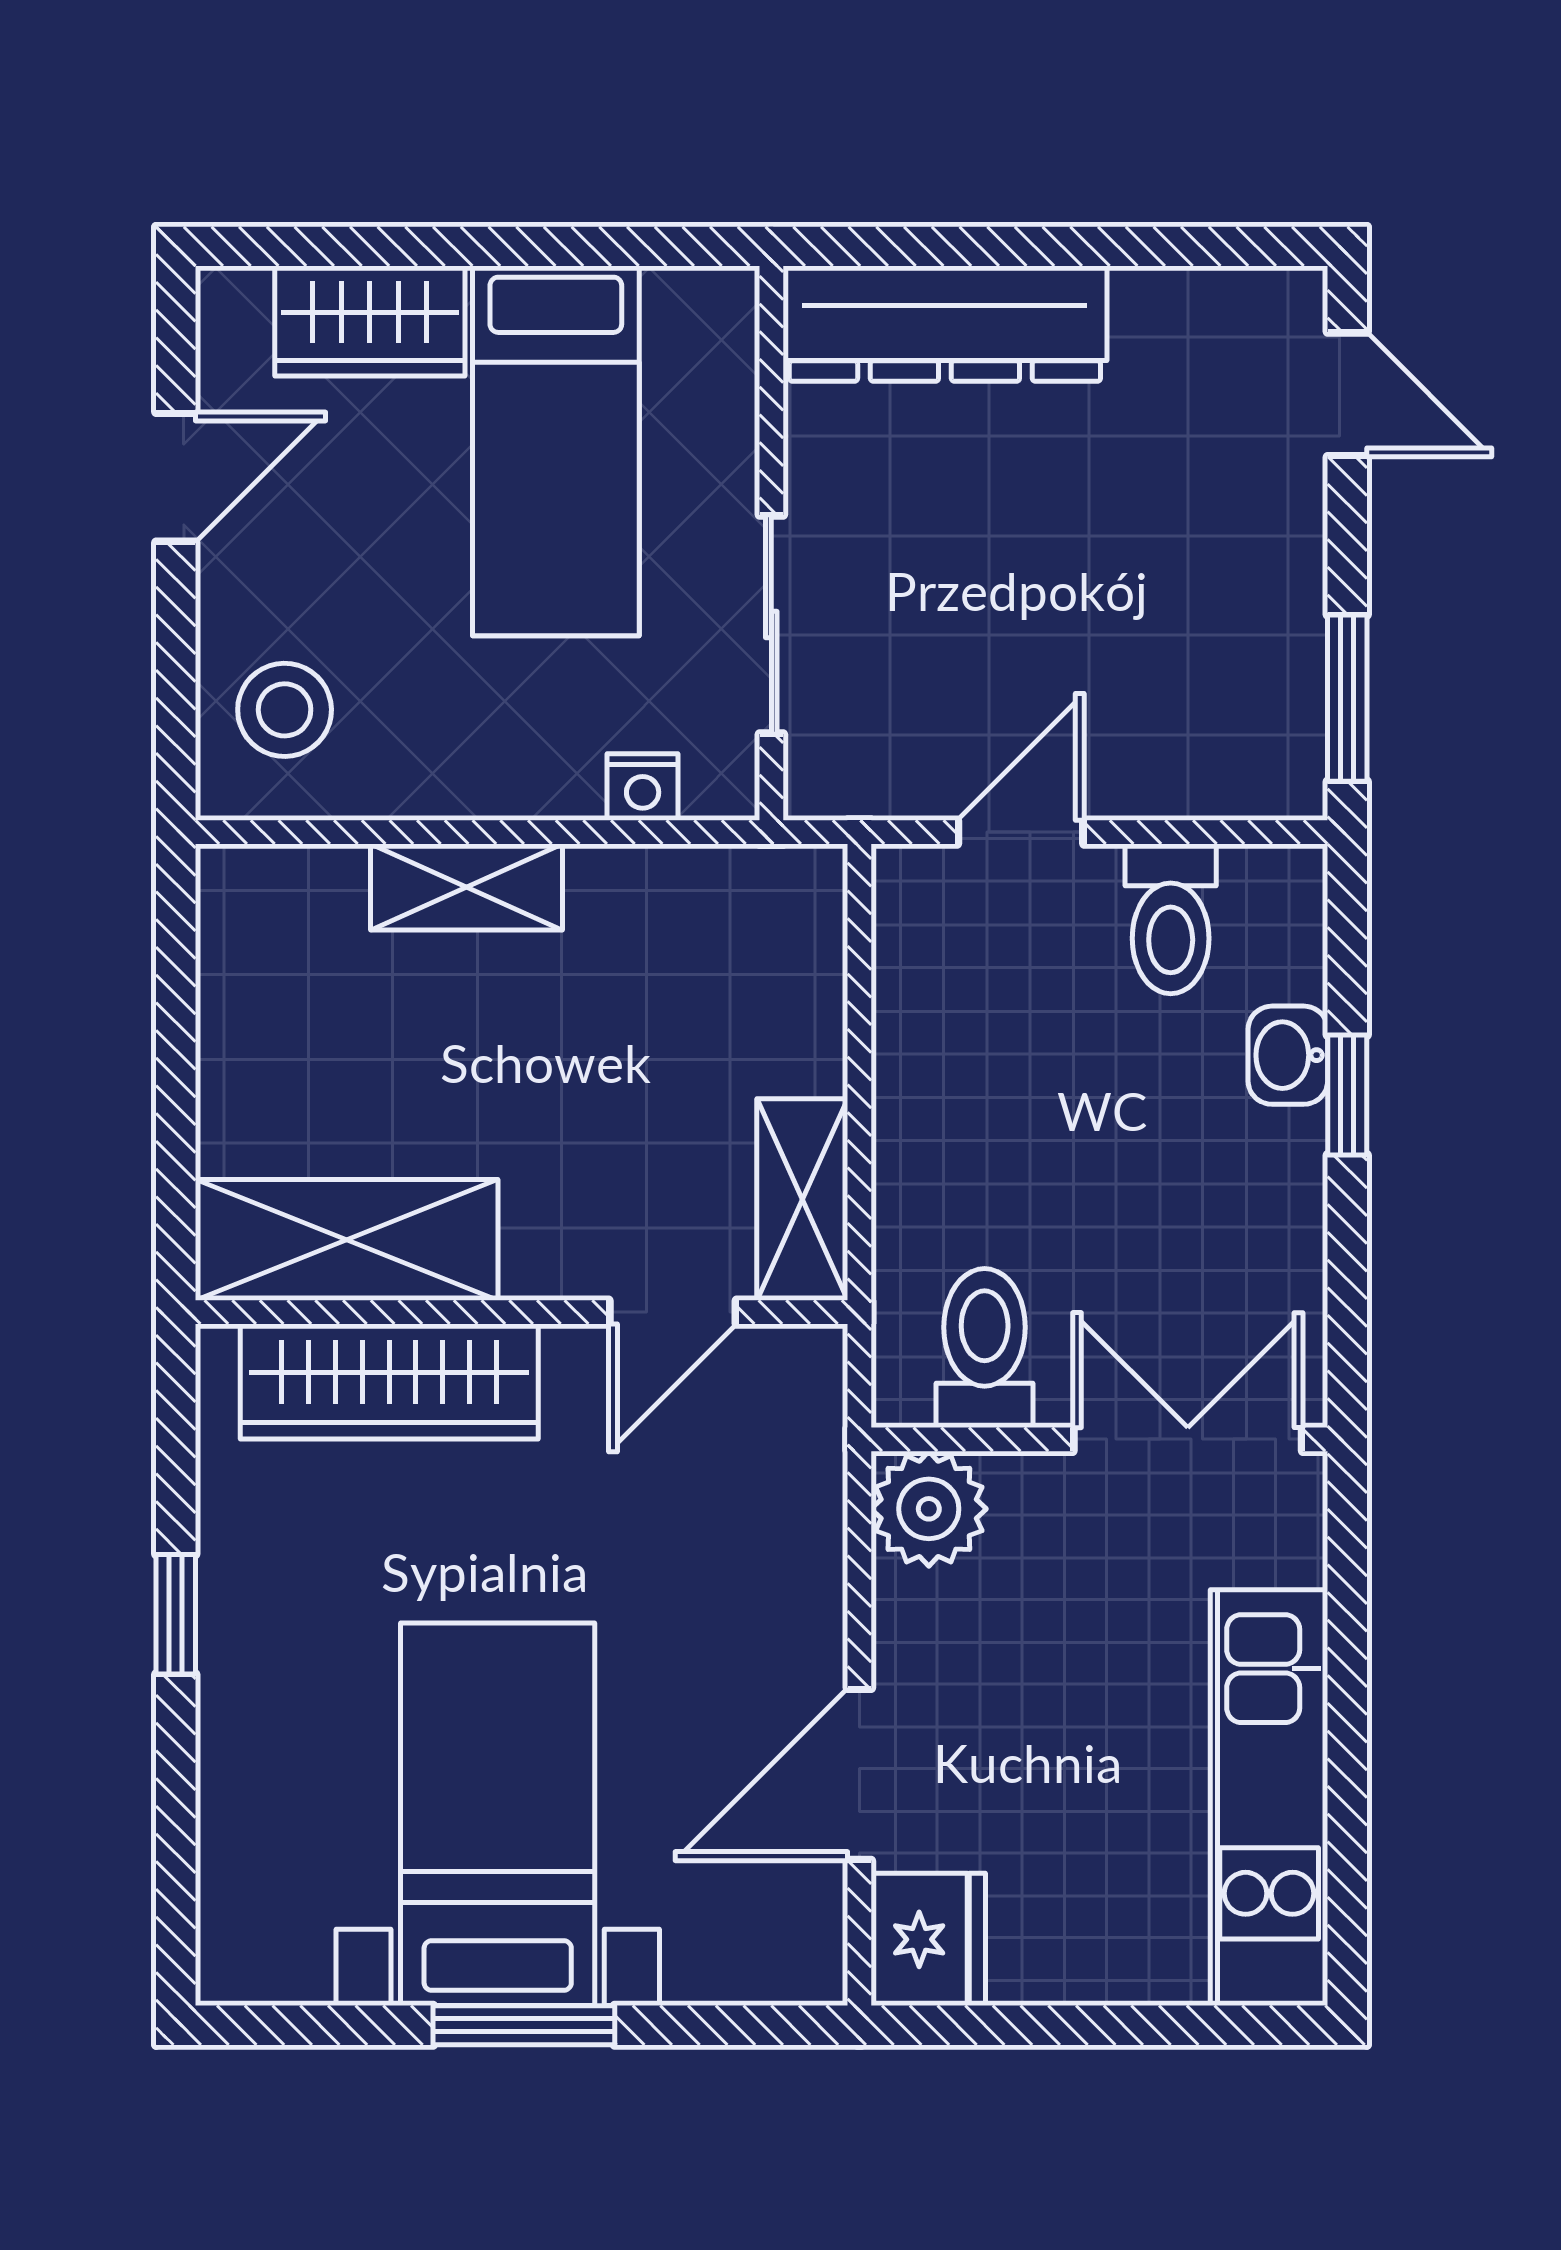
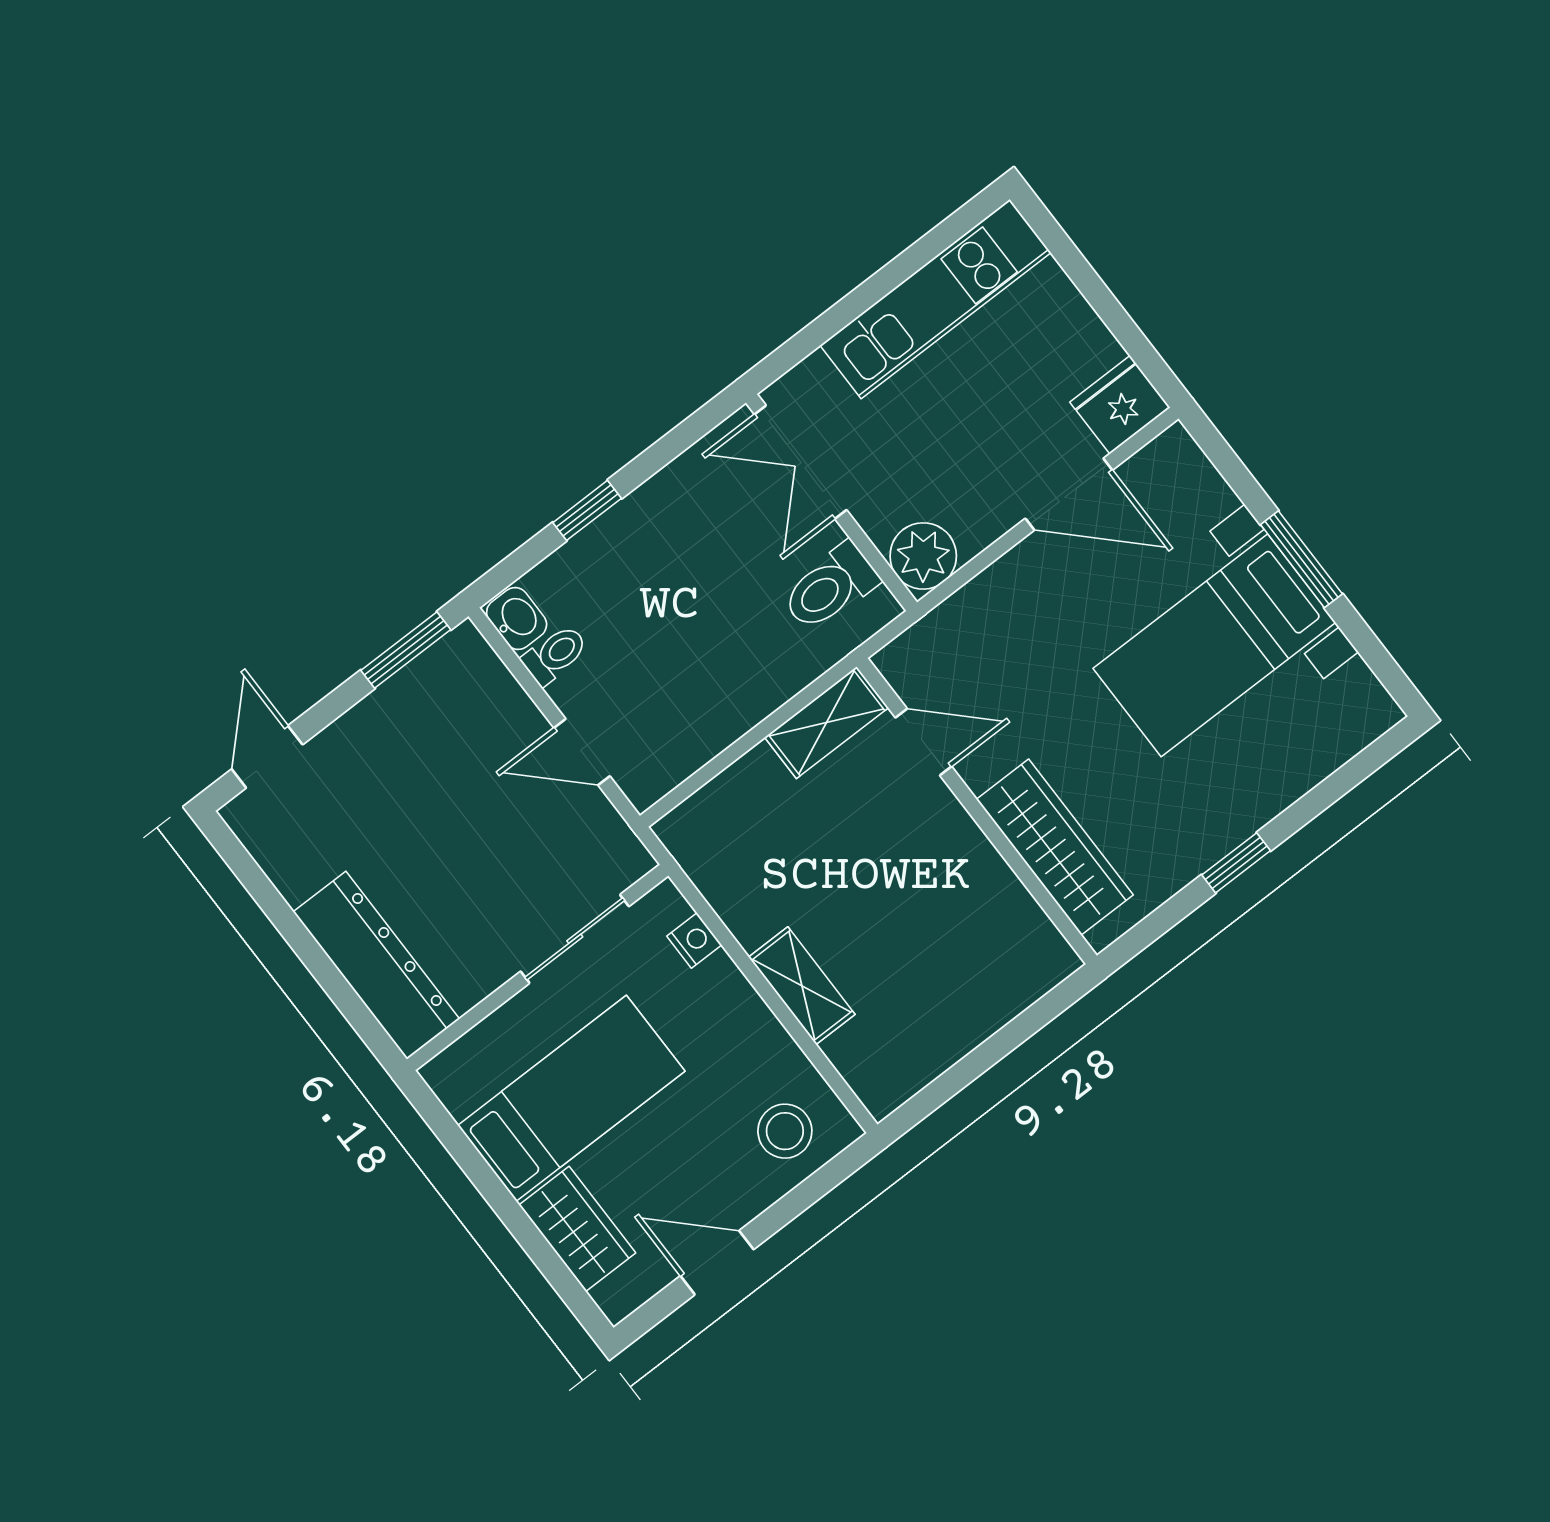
toilet: (1171, 919) -> (555, 655), width x0.73, depth x0.72
washbasin: (1288, 1055) -> (517, 619), moved, turned -90
shelving: (347, 1240) -> (1005, 916), removed

